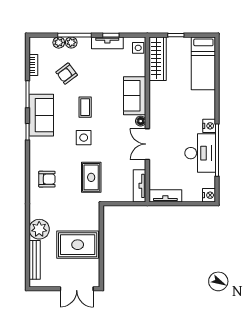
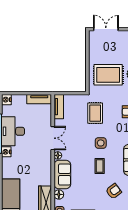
floor lamp: (139, 69) -> (59, 194), added
rug: (78, 245) -> (108, 75), moved

